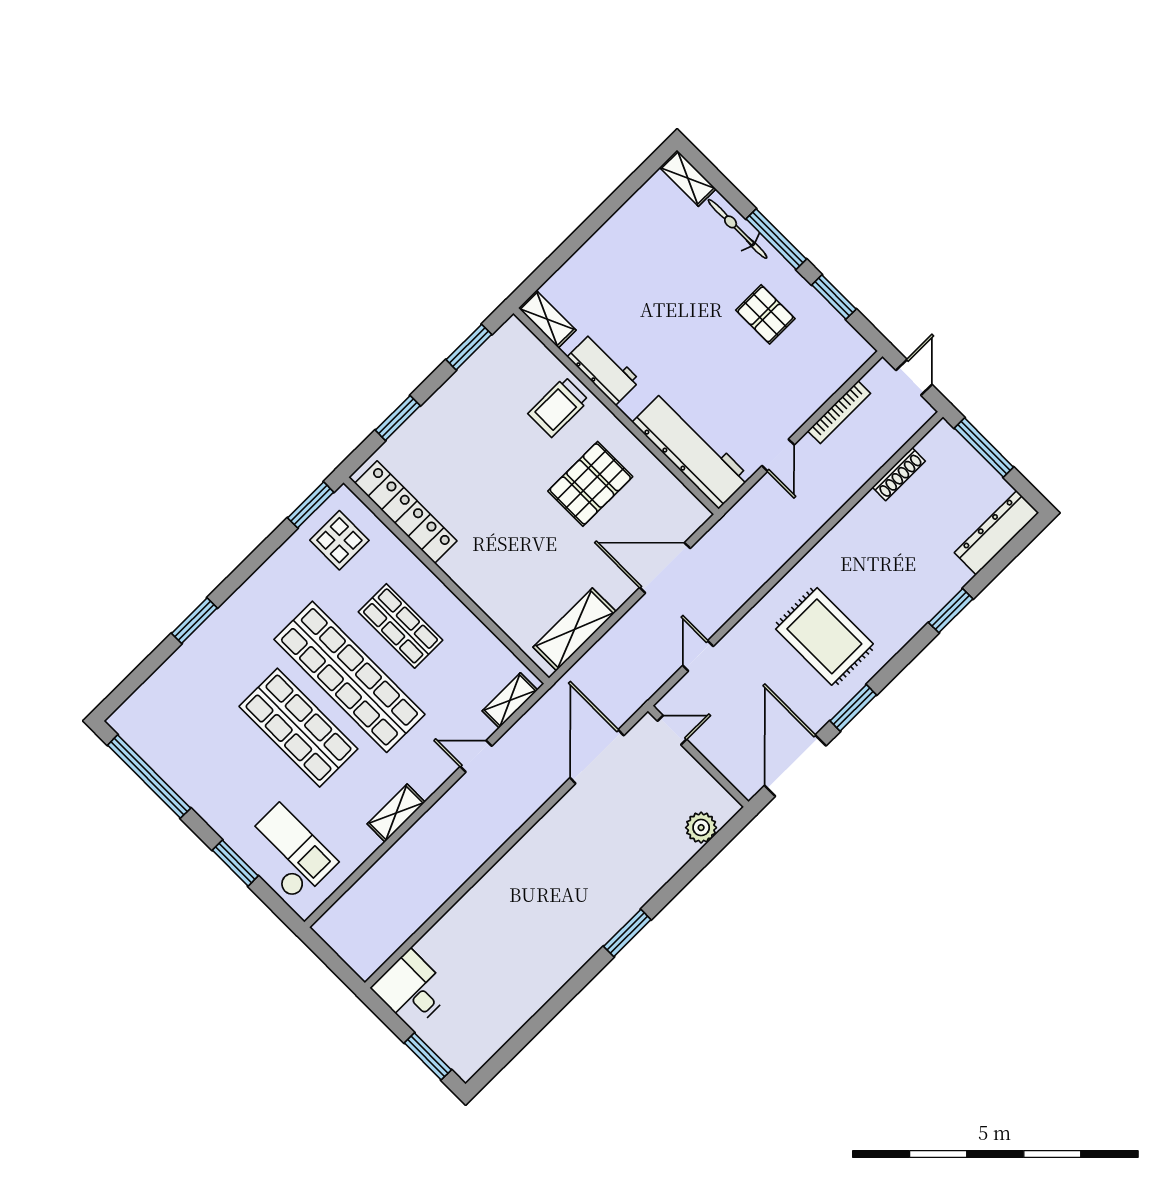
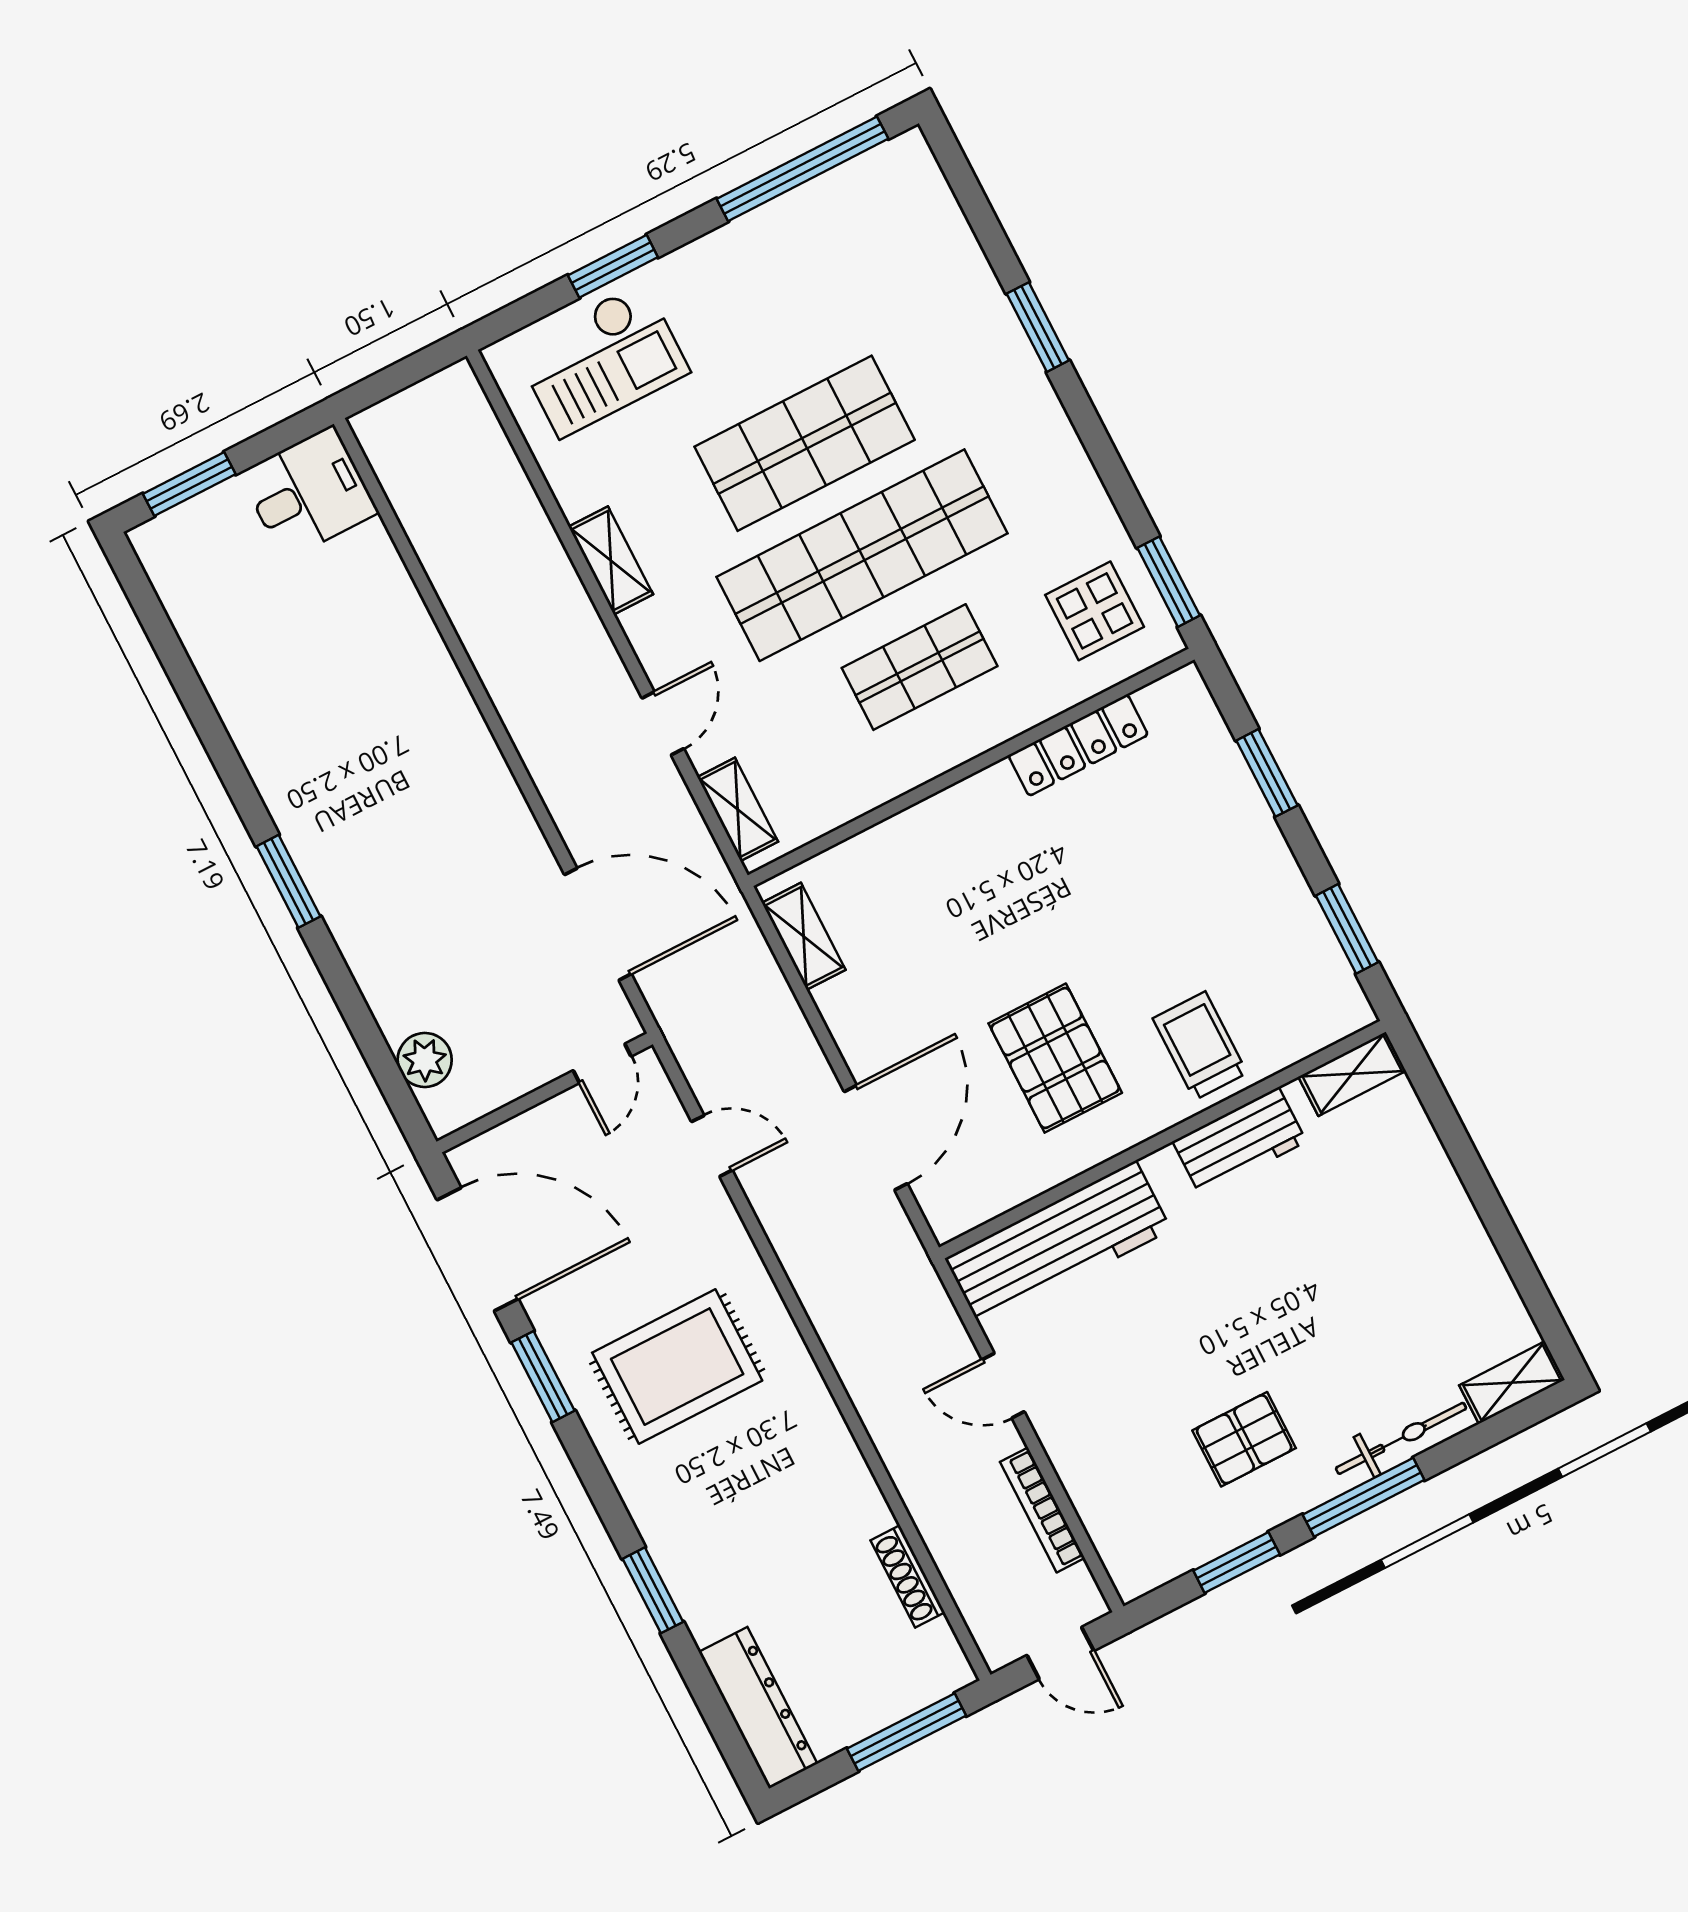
locker: (406, 512) -> (1078, 745), width x0.71, depth x0.83
shelving: (575, 629) -> (804, 936), width x0.67, depth x0.75

